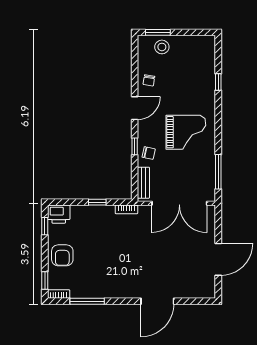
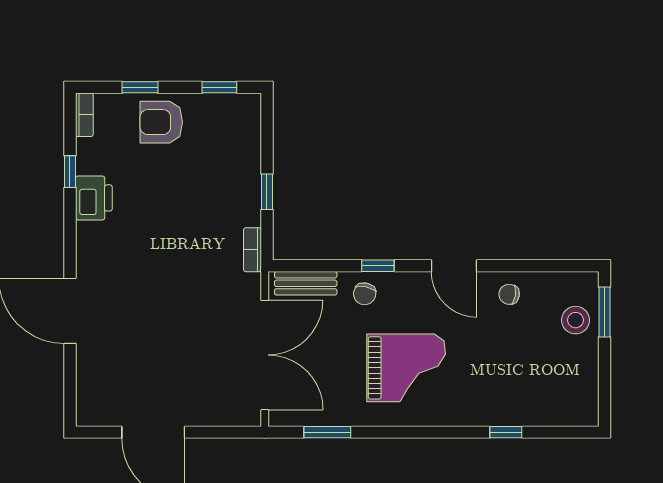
grand piano: (186, 132) -> (406, 368), turned -90
window: (218, 172) -> (327, 432), width x0.69
double door: (179, 203) -> (265, 355), swing flipped
printer: (59, 214) -> (94, 198), moved, turned 180
window: (45, 280) -> (140, 87), moved
window: (87, 301) -> (70, 172), width x0.46

